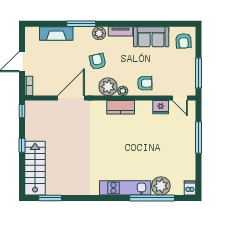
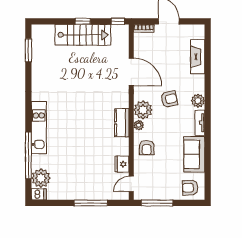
window: (81, 24) -> (208, 82), removed
stairs: (35, 168) -> (83, 35), moved
plant: (161, 186) -> (41, 178), moved

